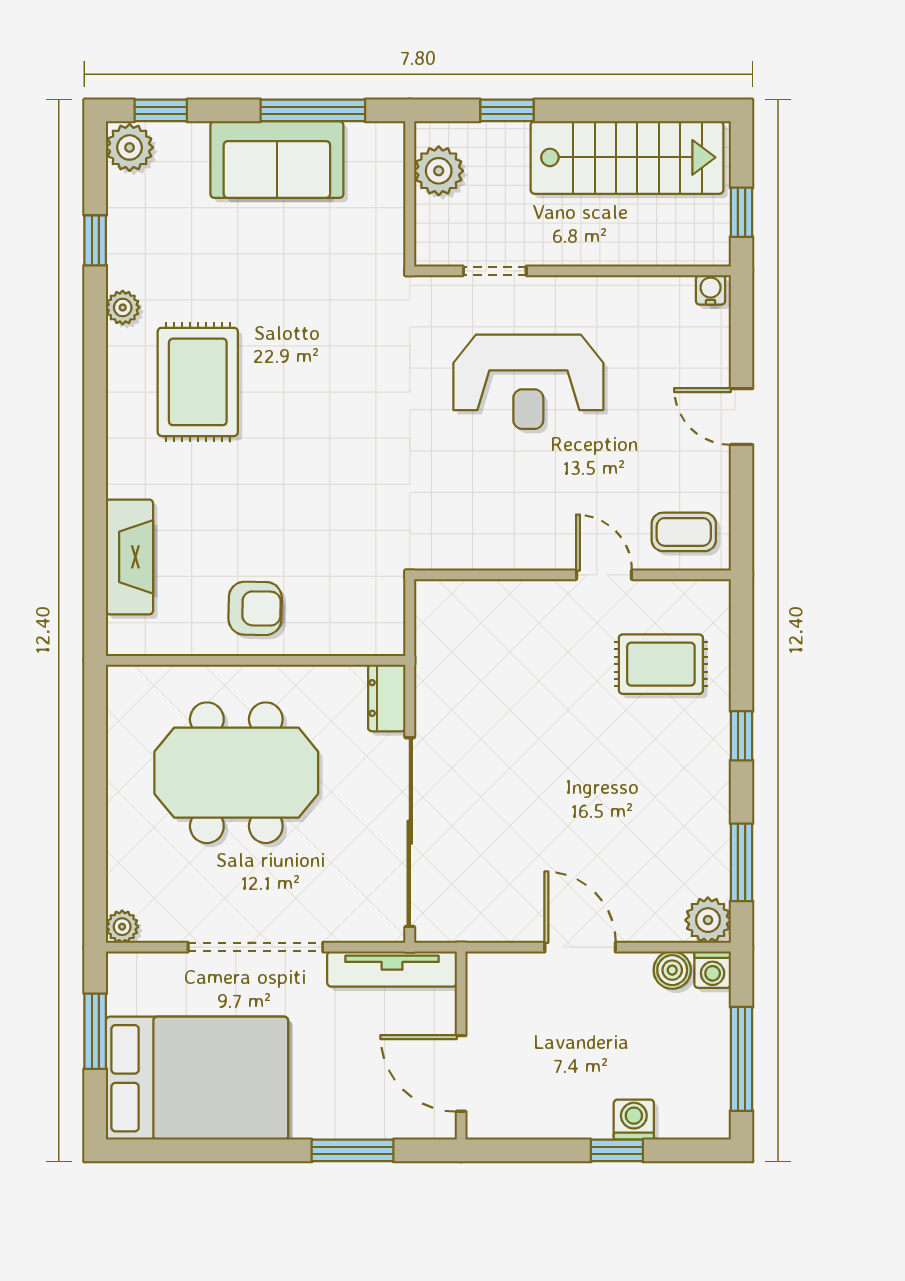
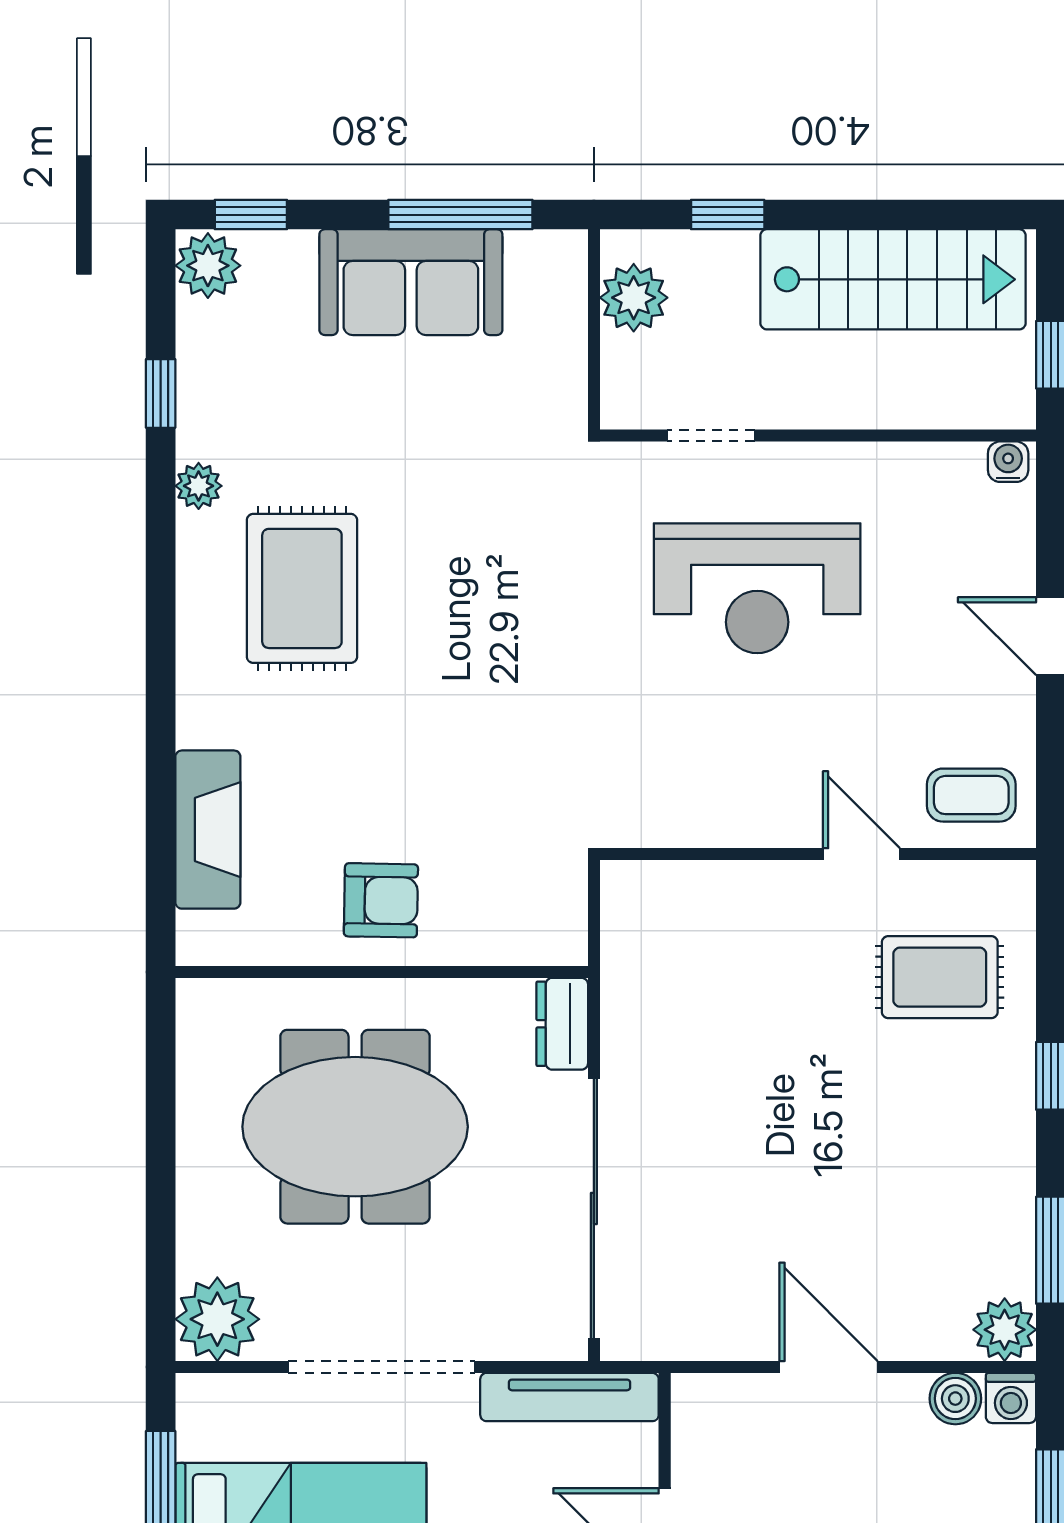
plant: (122, 927) -> (217, 1319), width x1.87, depth x1.87

